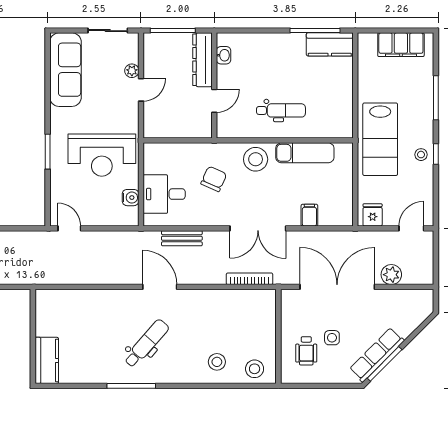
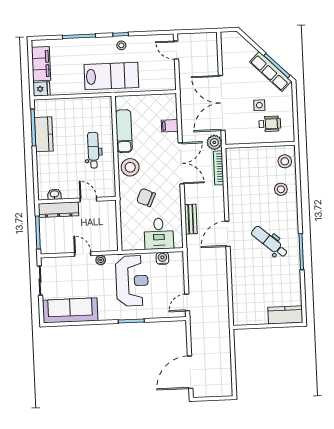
kitchen counter: (330, 44) -> (44, 134), moved
plant: (132, 71) -> (101, 260), moved
fridge: (373, 215) -> (42, 89), moved, turned 180
plant: (391, 275) -> (214, 142), moved

